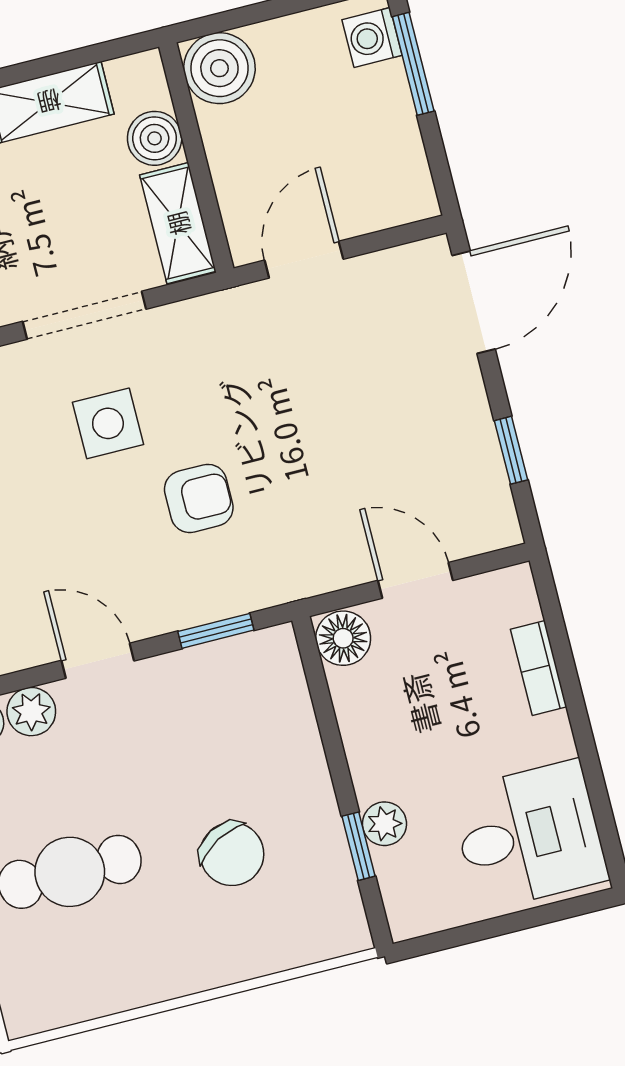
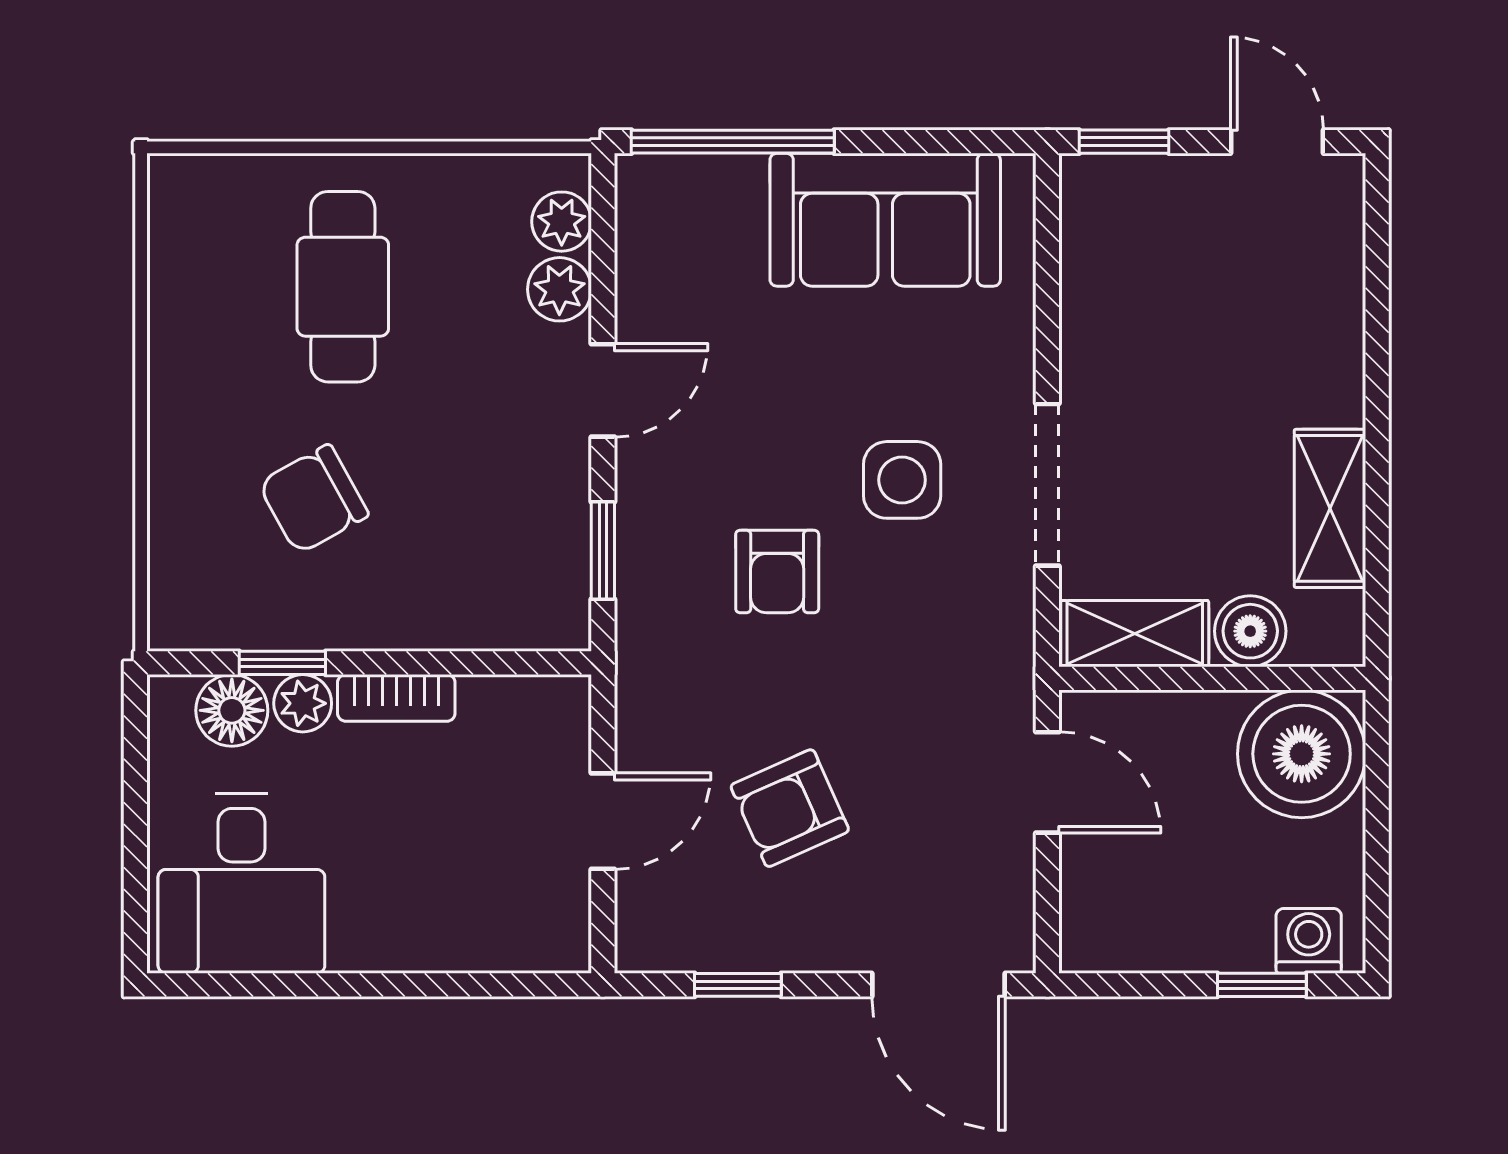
window: (413, 64) -> (1262, 985), width x0.67
boiler: (219, 68) -> (1302, 754), width x1.37, depth x1.37
armchair: (371, 445) -> (790, 808), added
floor lamp: (343, 638) -> (232, 710), moved
bookcase: (539, 668) -> (396, 698), moved, turned 180

